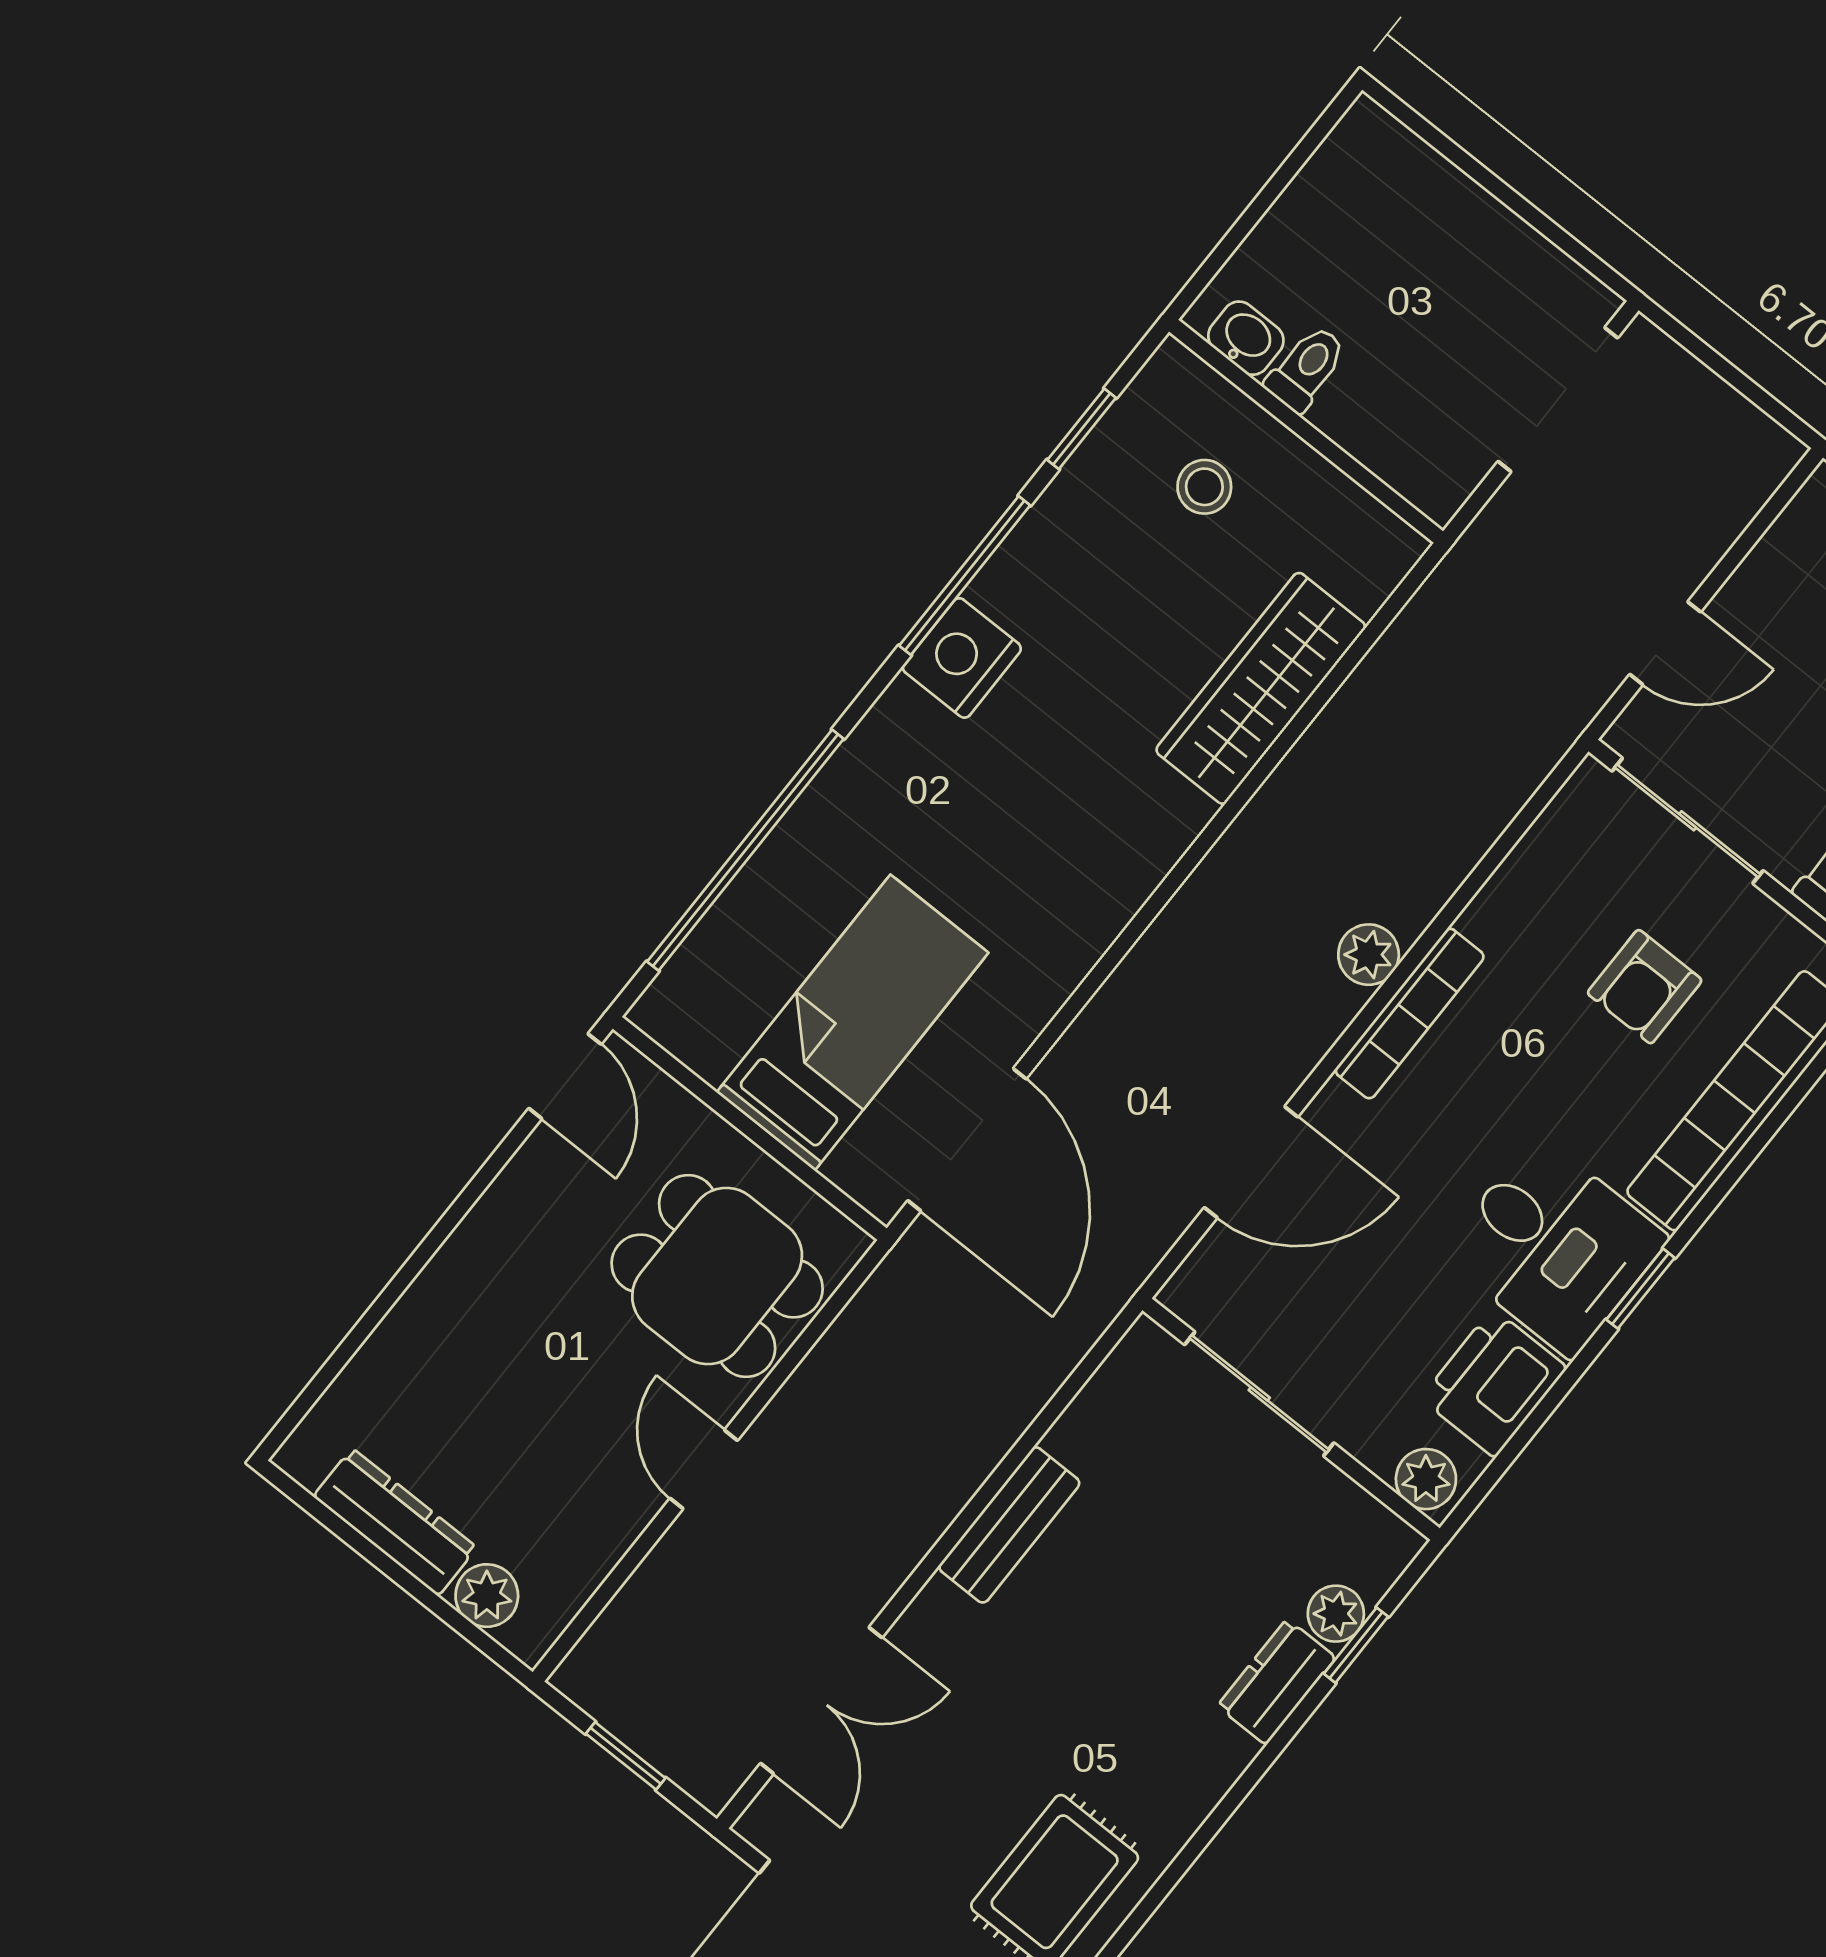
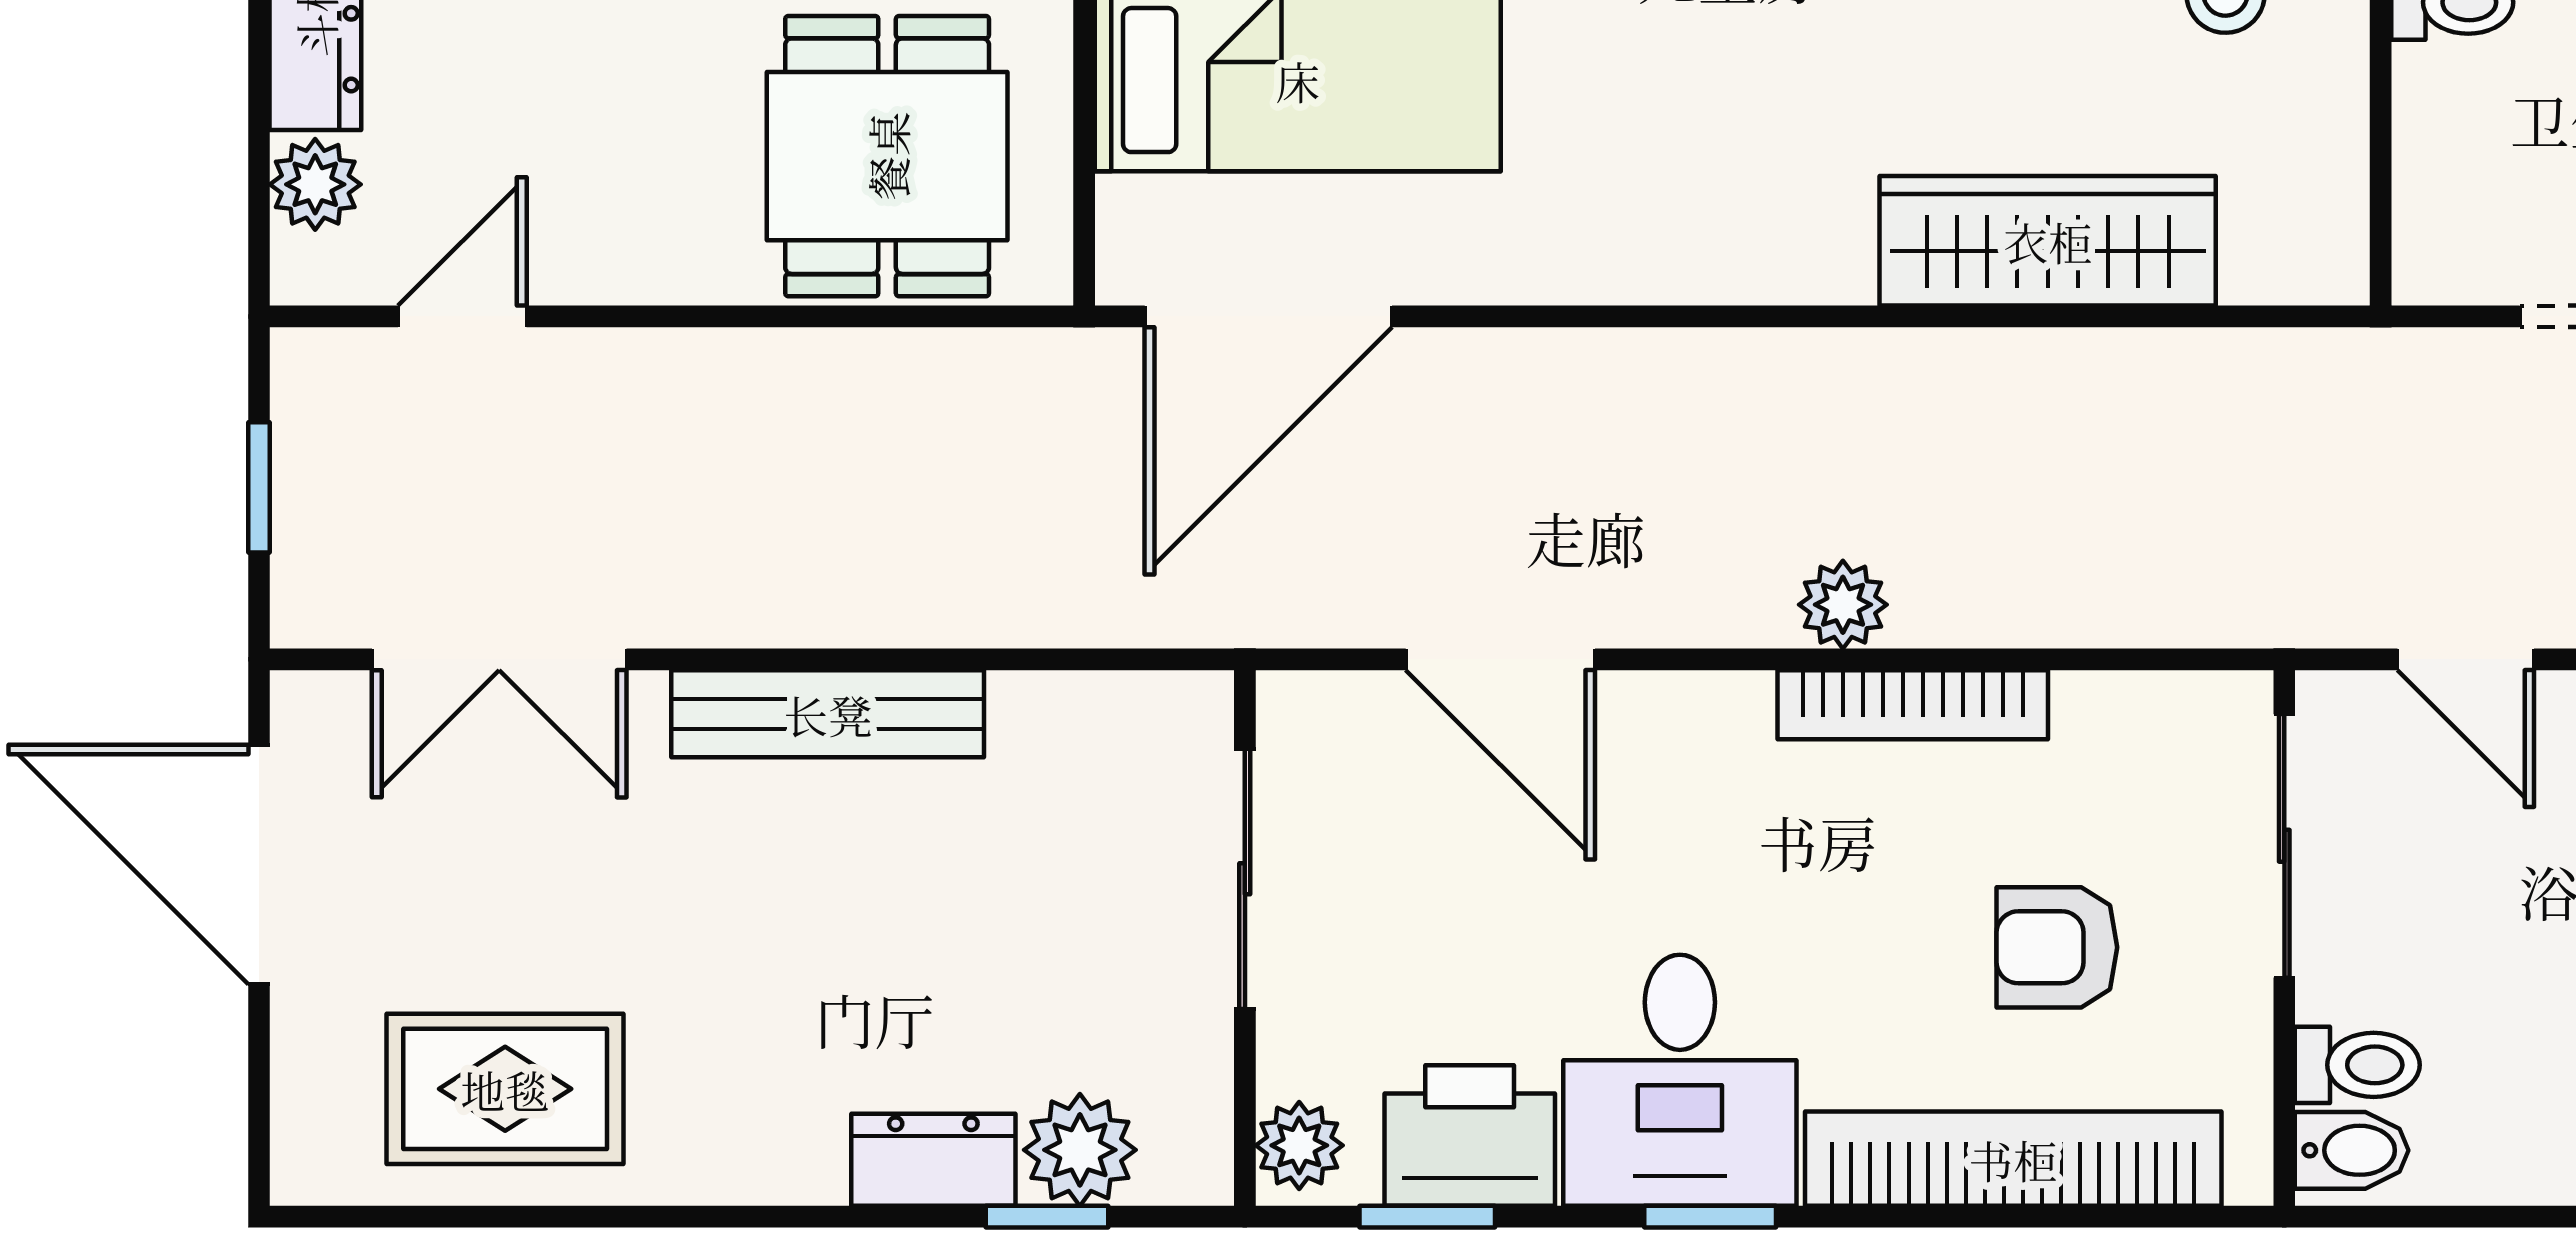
bookcase: (1410, 1014) -> (1913, 705), moved
window: (1519, 1441) -> (1427, 1217), added
door: (704, 1469) -> (462, 316), moved
bench: (1009, 1525) -> (828, 714), width x1.36
plant: (1336, 1614) -> (1080, 1150), width x1.38, depth x1.38

